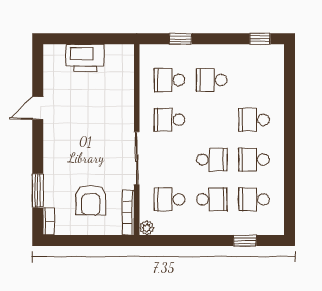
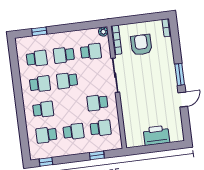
school desk: (254, 80) -> (46, 135), added
school desk: (169, 120) -> (97, 103), turned 180
window: (38, 191) -> (180, 74), moved

